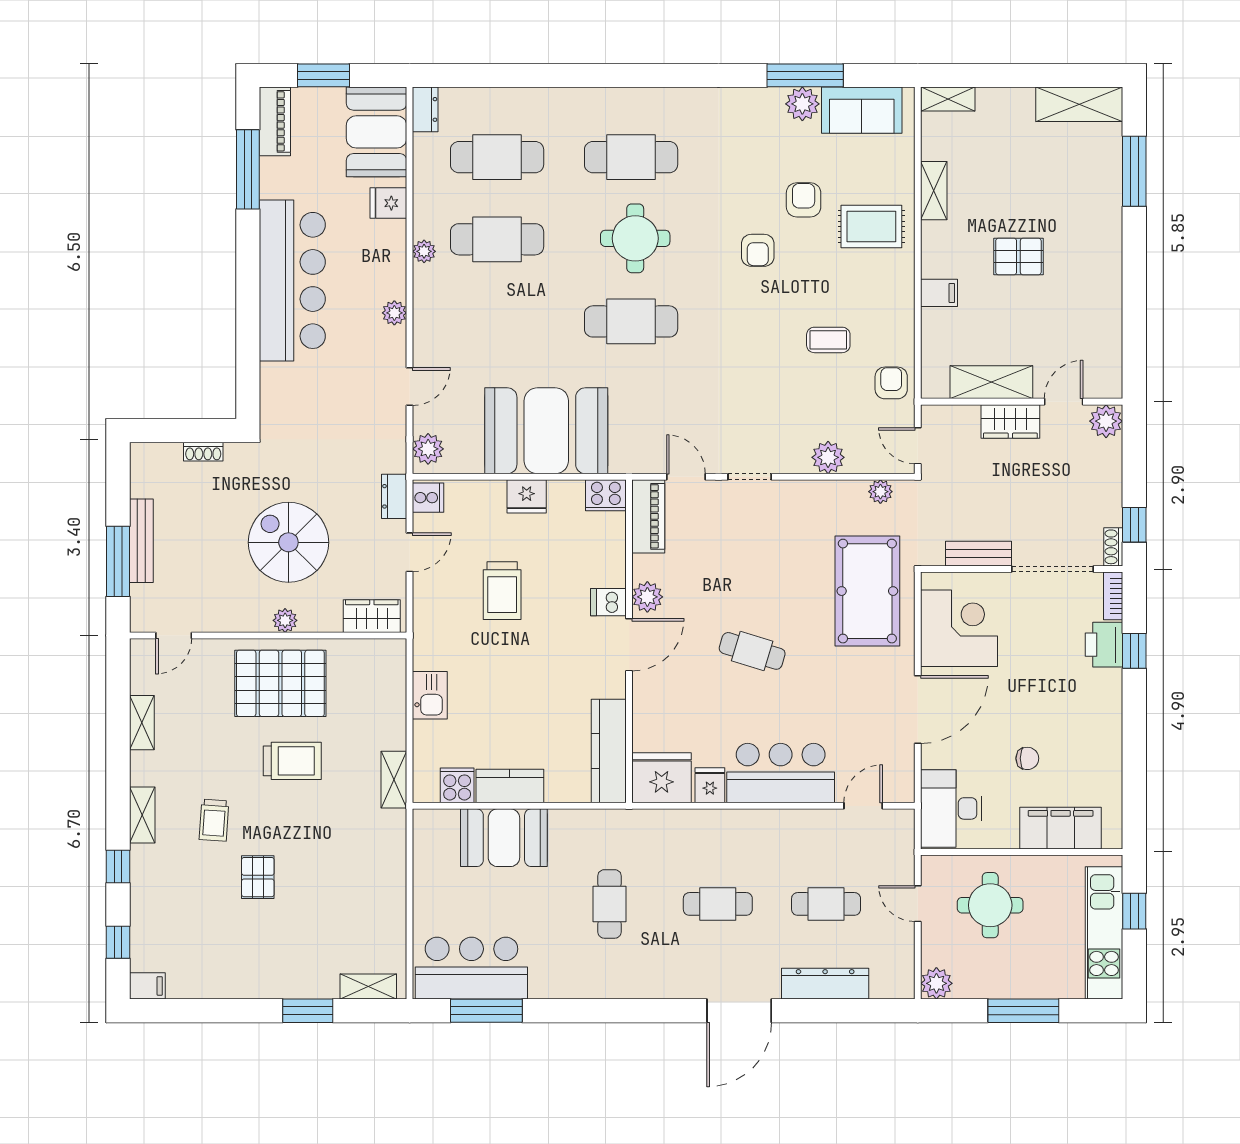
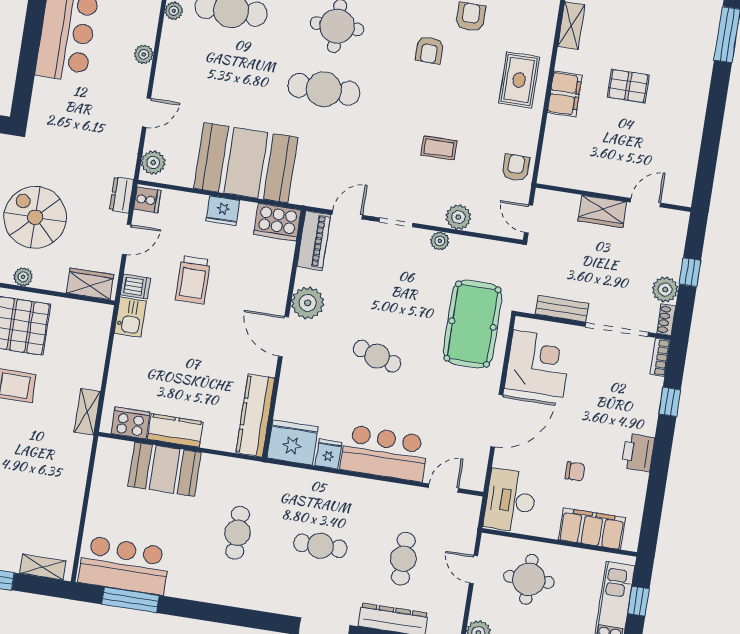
rug: (871, 227) -> (519, 80), moved, turned 90
filing cabinet: (939, 293) -> (565, 94), width x2.00
coffee table: (828, 340) -> (439, 148), moved
shelving: (991, 382) -> (593, 179), removed
plant: (1106, 421) -> (665, 290), moved
door: (686, 477) -> (347, 215), hinge flipped
plant: (880, 492) -> (440, 241), moved
cooker: (606, 495) -> (277, 222), width x1.37, depth x1.31
window: (1134, 525) -> (690, 272), moved
plant: (647, 597) -> (308, 303), width x1.36, depth x1.36
dishwasher: (608, 602) -> (135, 287), moved, turned 180
door: (629, 645) -> (284, 337), swing flipped
printer: (1104, 645) -> (638, 452), moved
kitchen sink: (430, 695) -> (130, 317), moved
cooker: (457, 785) -> (130, 423), width x1.36
cafe table: (826, 904) -> (403, 559), turned 90

